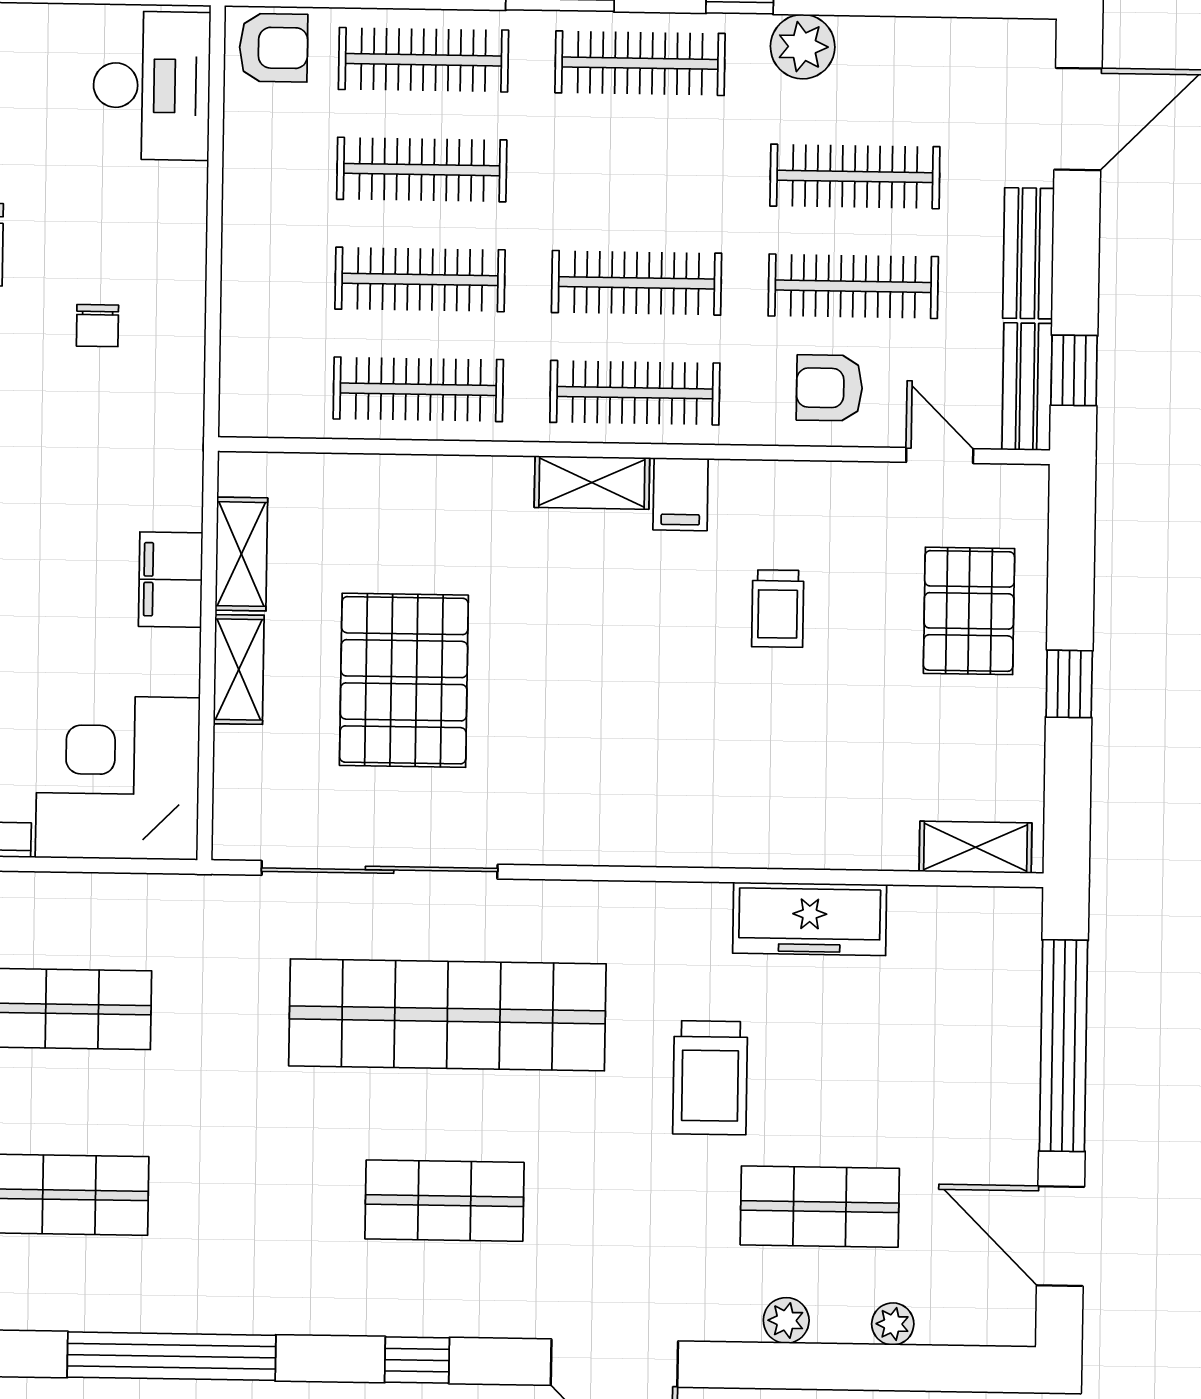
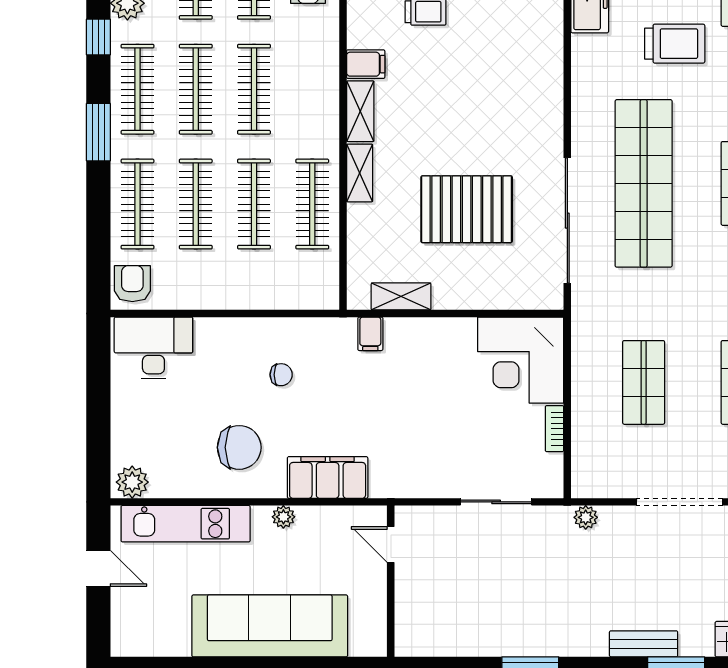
clothes rail: (635, 393) -> (196, 89), moved
filing cabinet: (171, 580) -> (370, 334), moved, width x0.50
shelving: (239, 670) -> (360, 173), moved, turned 90

